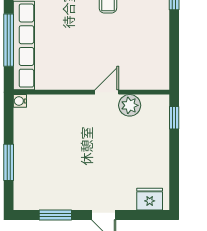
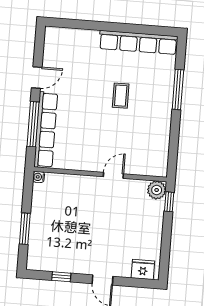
plant: (130, 105) -> (157, 190), moved
window: (55, 215) -> (61, 277), width x0.67

